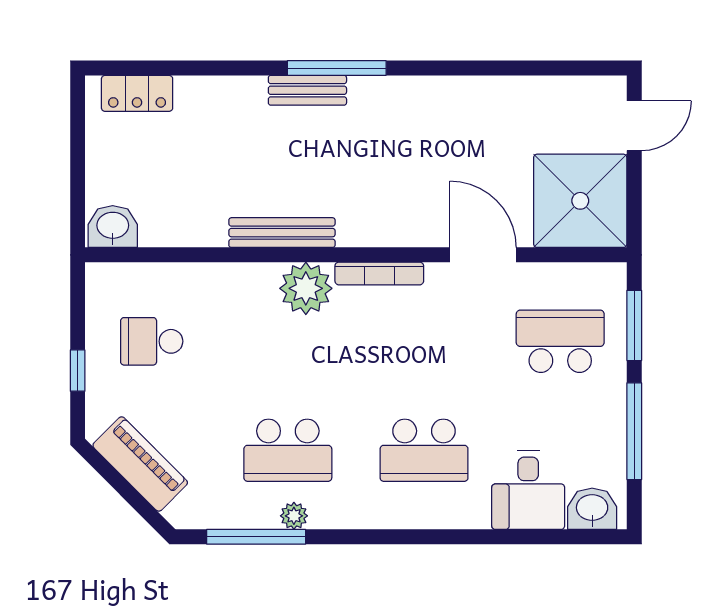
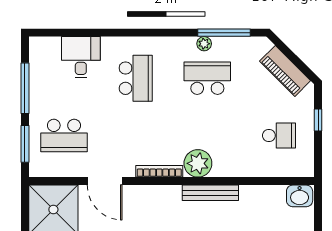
school desk: (424, 450) -> (136, 78), turned 90
washbasin: (592, 509) -> (47, 47), removed

